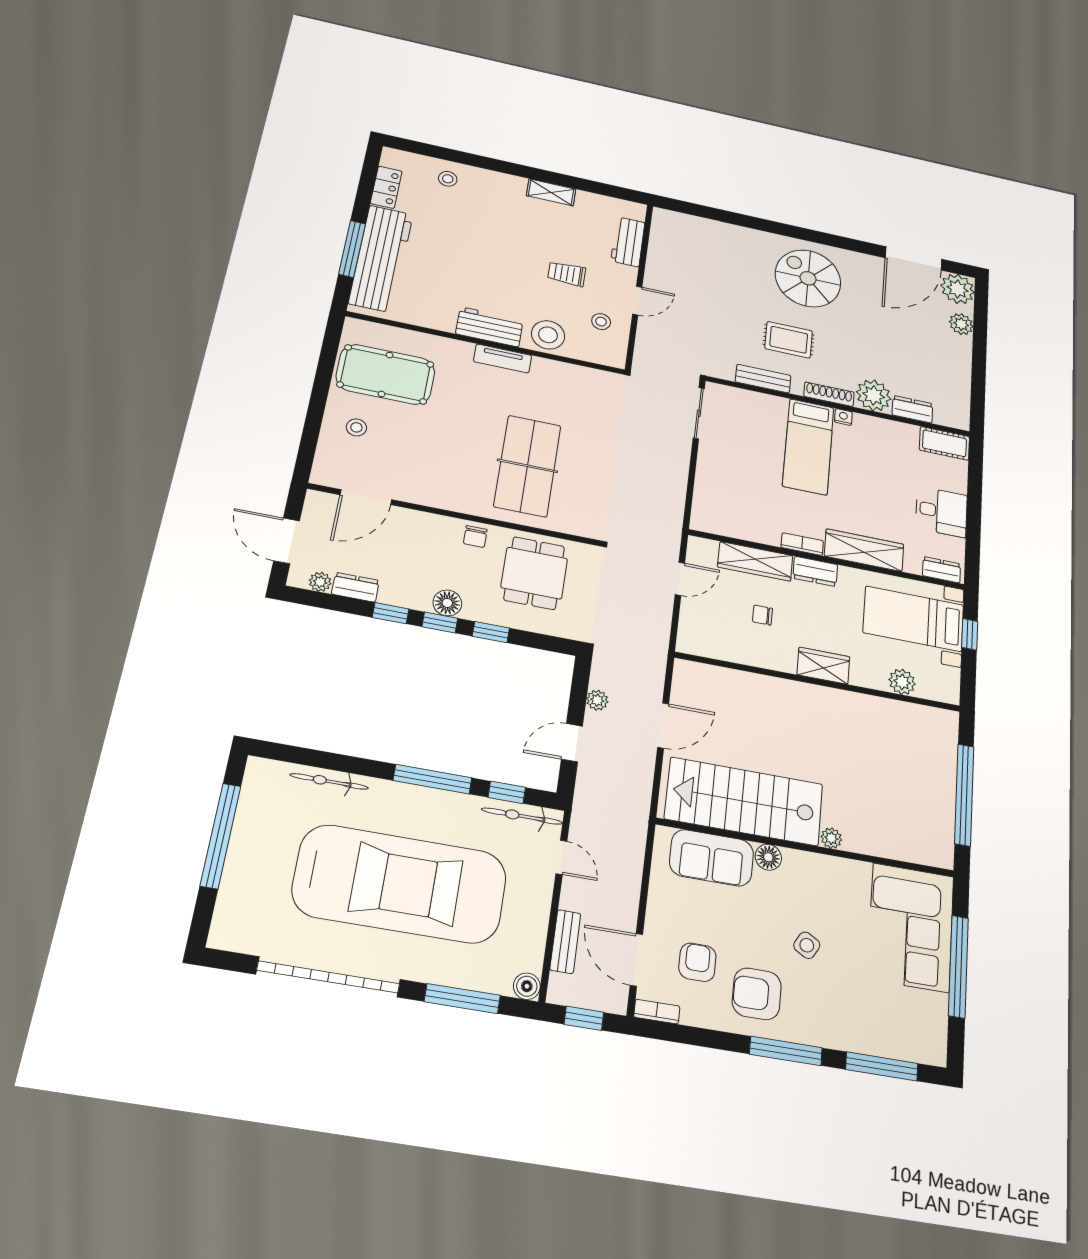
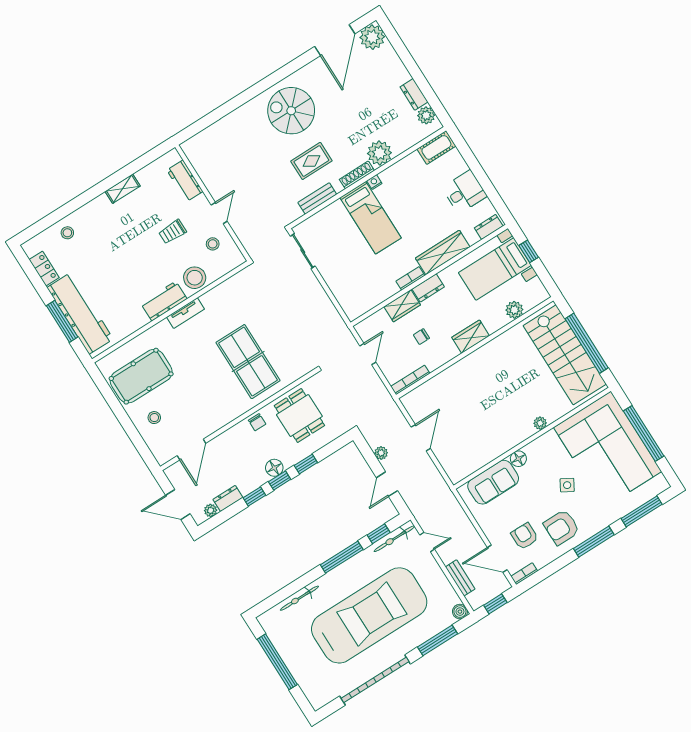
plant: (961, 324) -> (426, 115), moved
dresser: (912, 409) -> (414, 94), moved, turned -90
wardrobe: (755, 561) -> (402, 306), width x0.67
bookcase: (707, 650) -> (410, 380), added
stairs: (744, 801) -> (565, 355), moved, turned -90
corner sofa: (911, 927) -> (608, 449), width x1.36, depth x1.36

